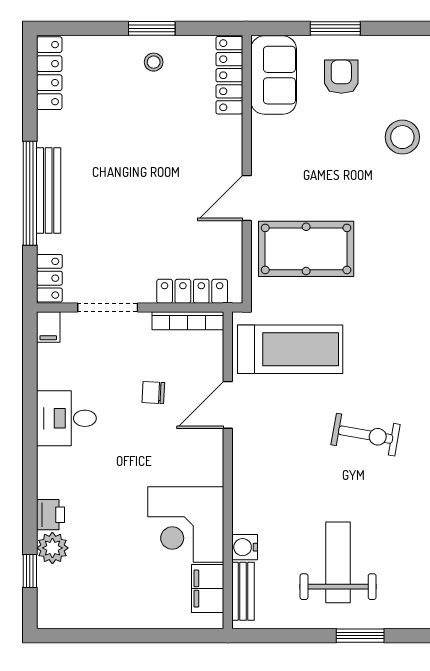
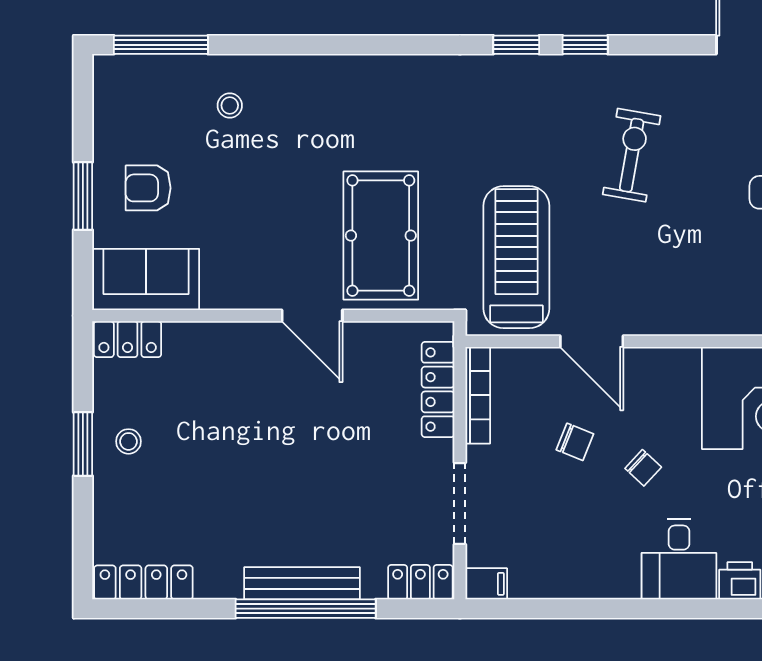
locker: (229, 75) -> (128, 339), width x0.66
stool: (402, 137) -> (230, 105), width x0.53, depth x0.53
chair: (153, 393) -> (575, 442), turned -71
desk: (66, 418) -> (679, 559), moved
chair: (134, 443) -> (643, 468), added

